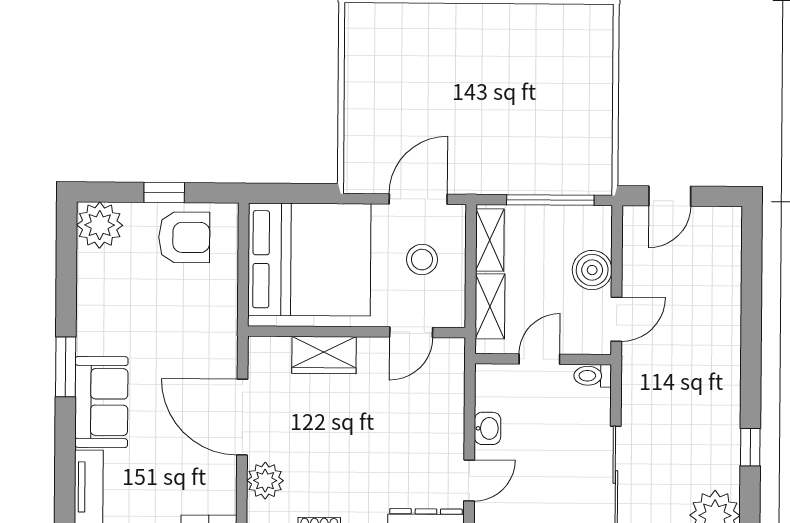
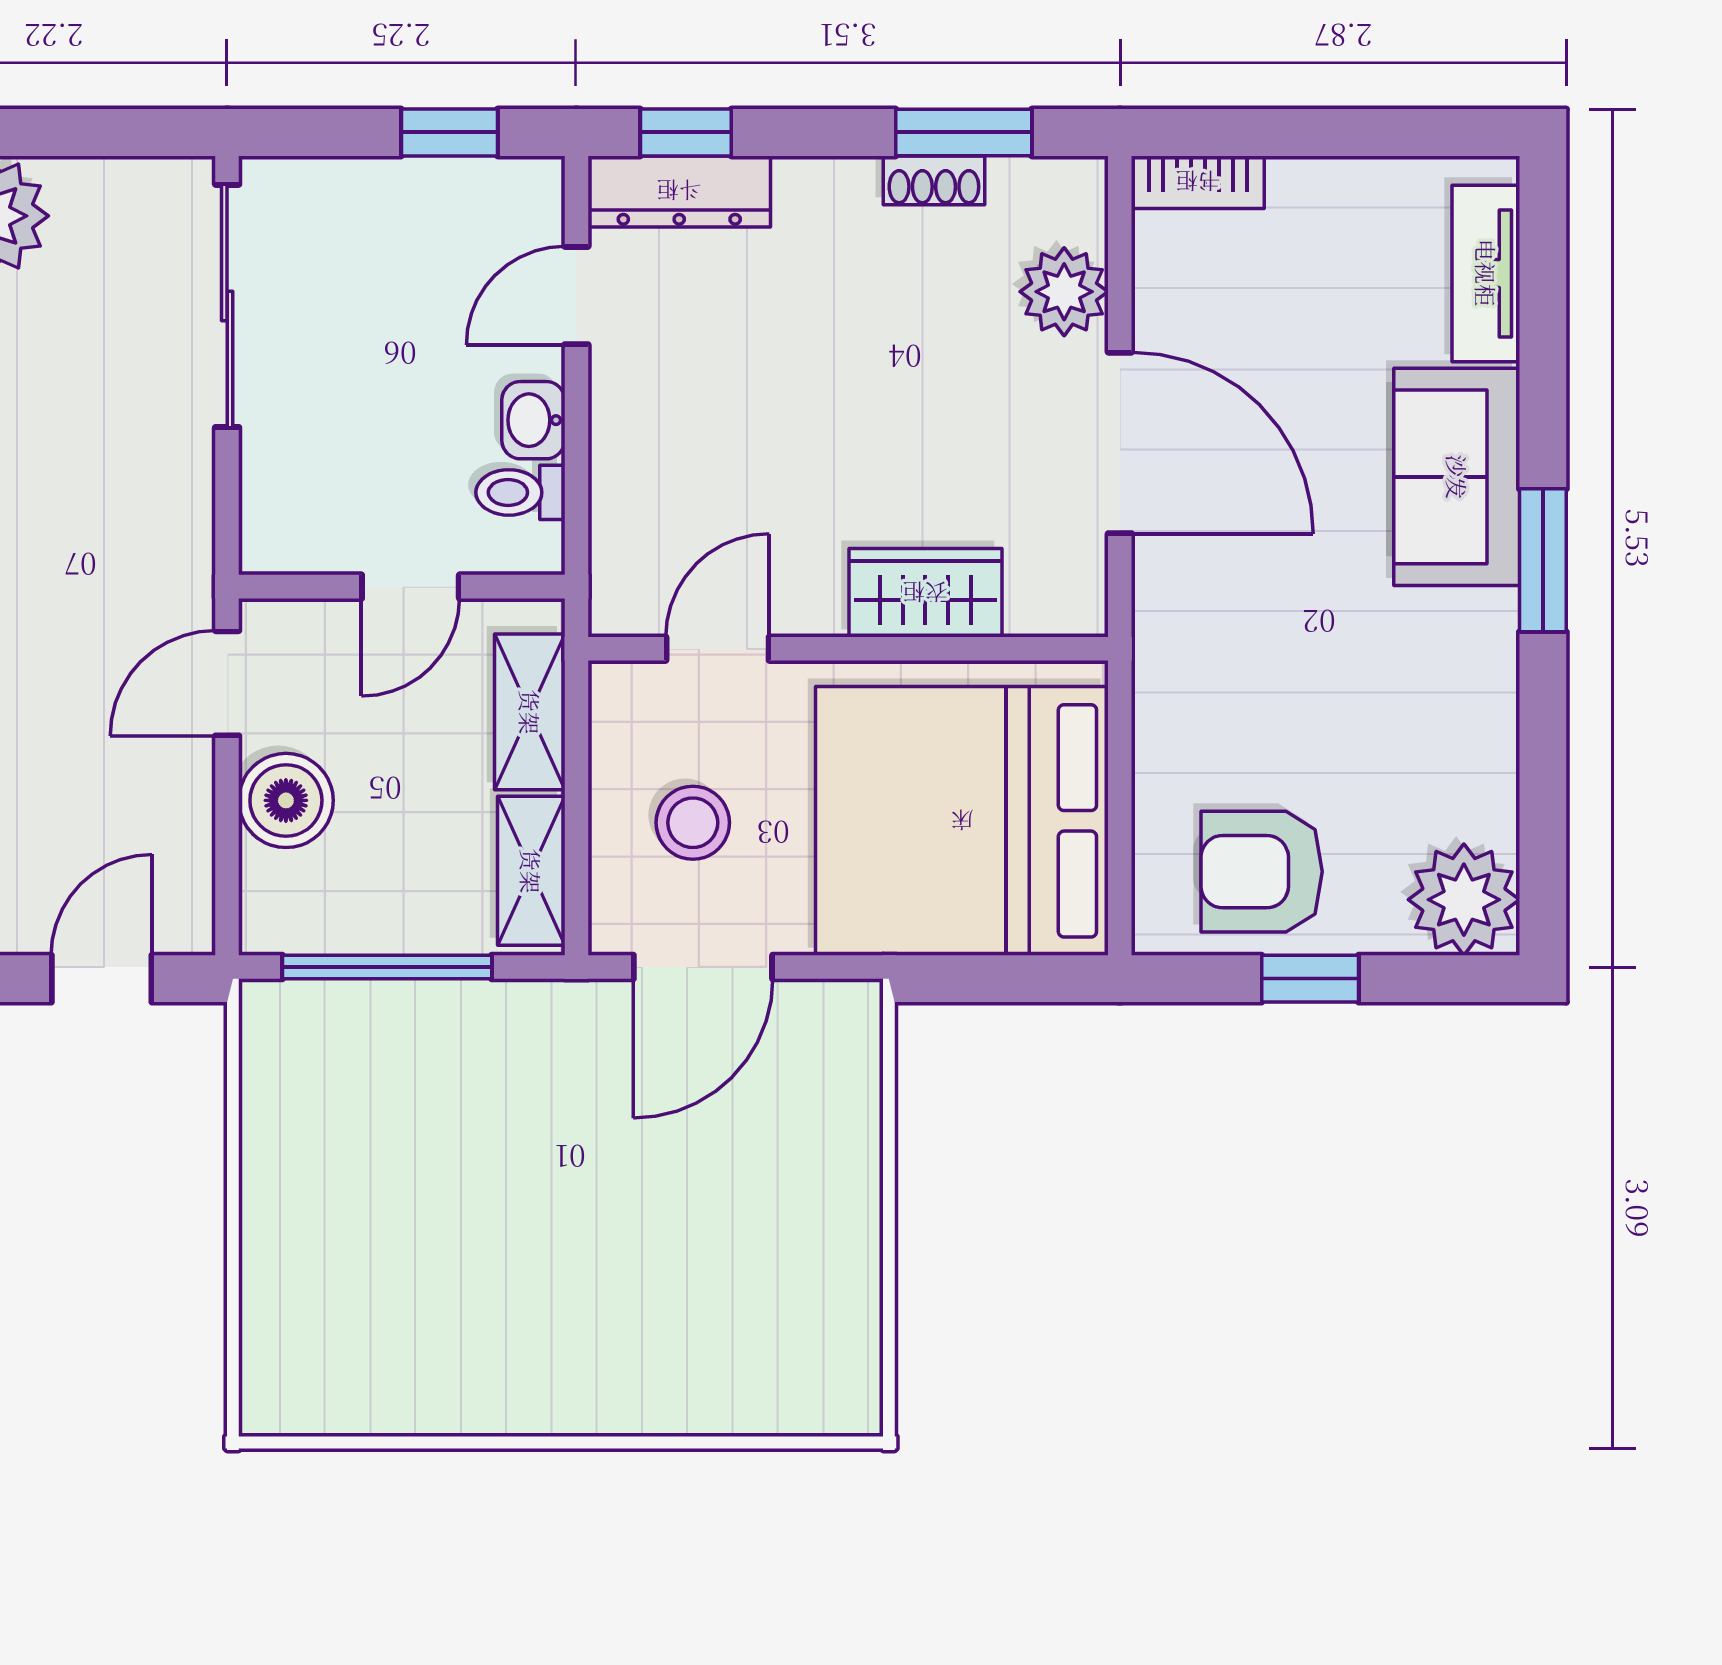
toilet: (593, 376) -> (520, 492), moved, turned 180

